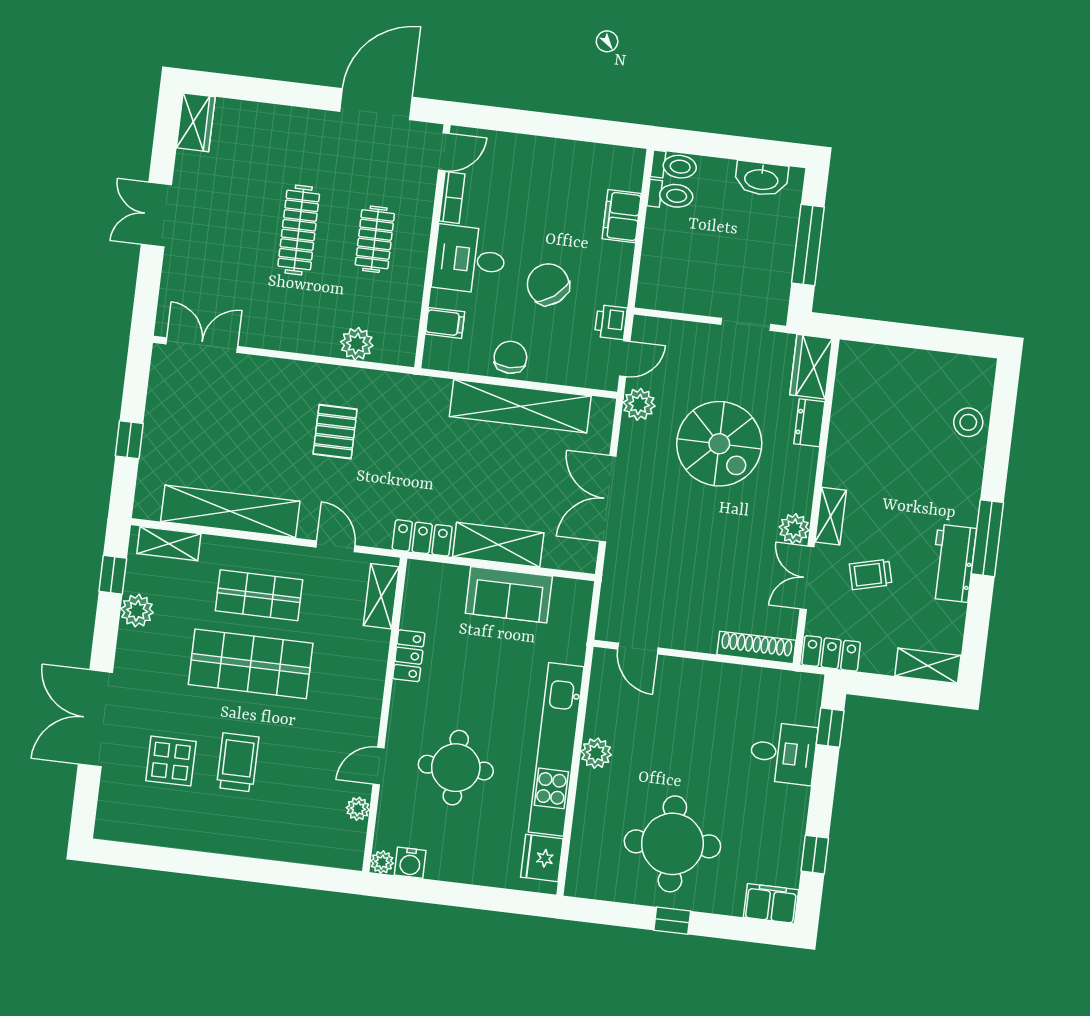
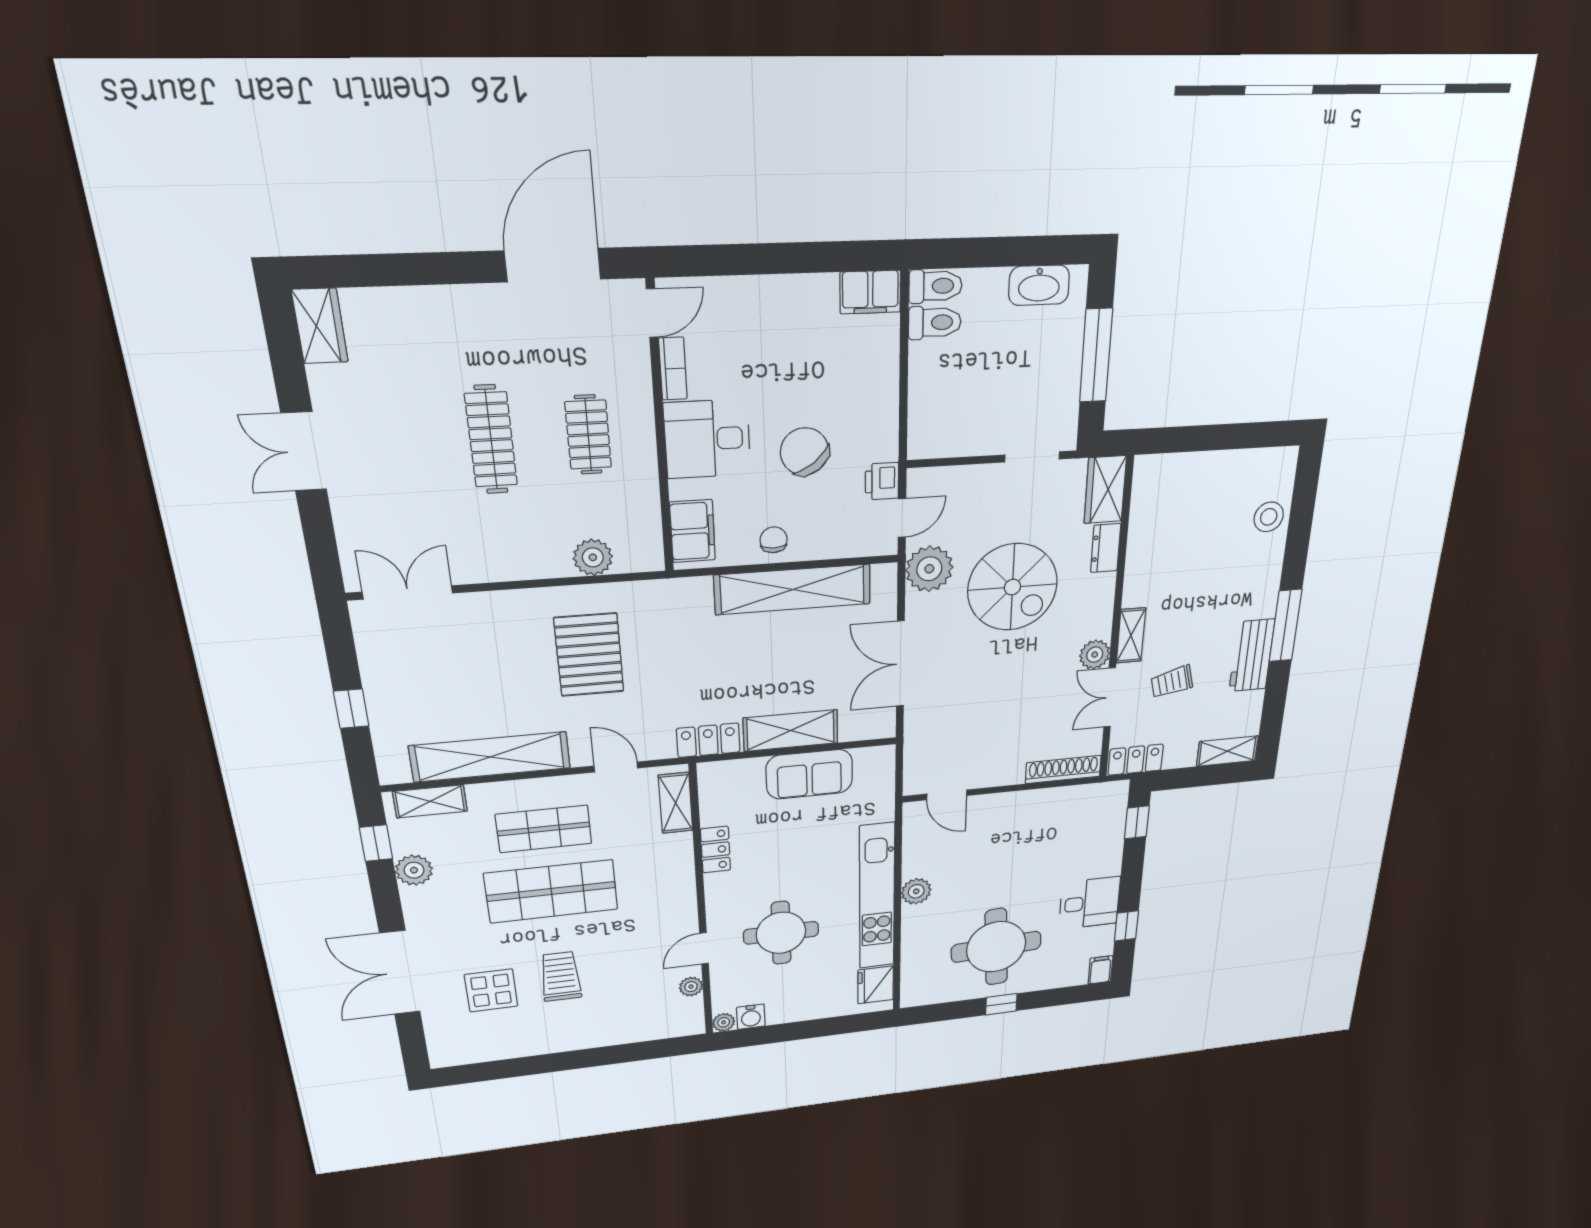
filing cabinet: (622, 216) -> (870, 292), moved, turned -90
filing cabinet: (445, 323) -> (693, 531), width x2.00
chair: (510, 357) -> (774, 540), width x0.73, depth x0.73
plant: (639, 404) -> (929, 569), width x1.36, depth x1.36
pallet: (335, 432) -> (589, 655), width x1.50, depth x1.42
desk: (783, 753) -> (1090, 903), moved
filing cabinet: (771, 903) -> (1100, 970), width x0.50

